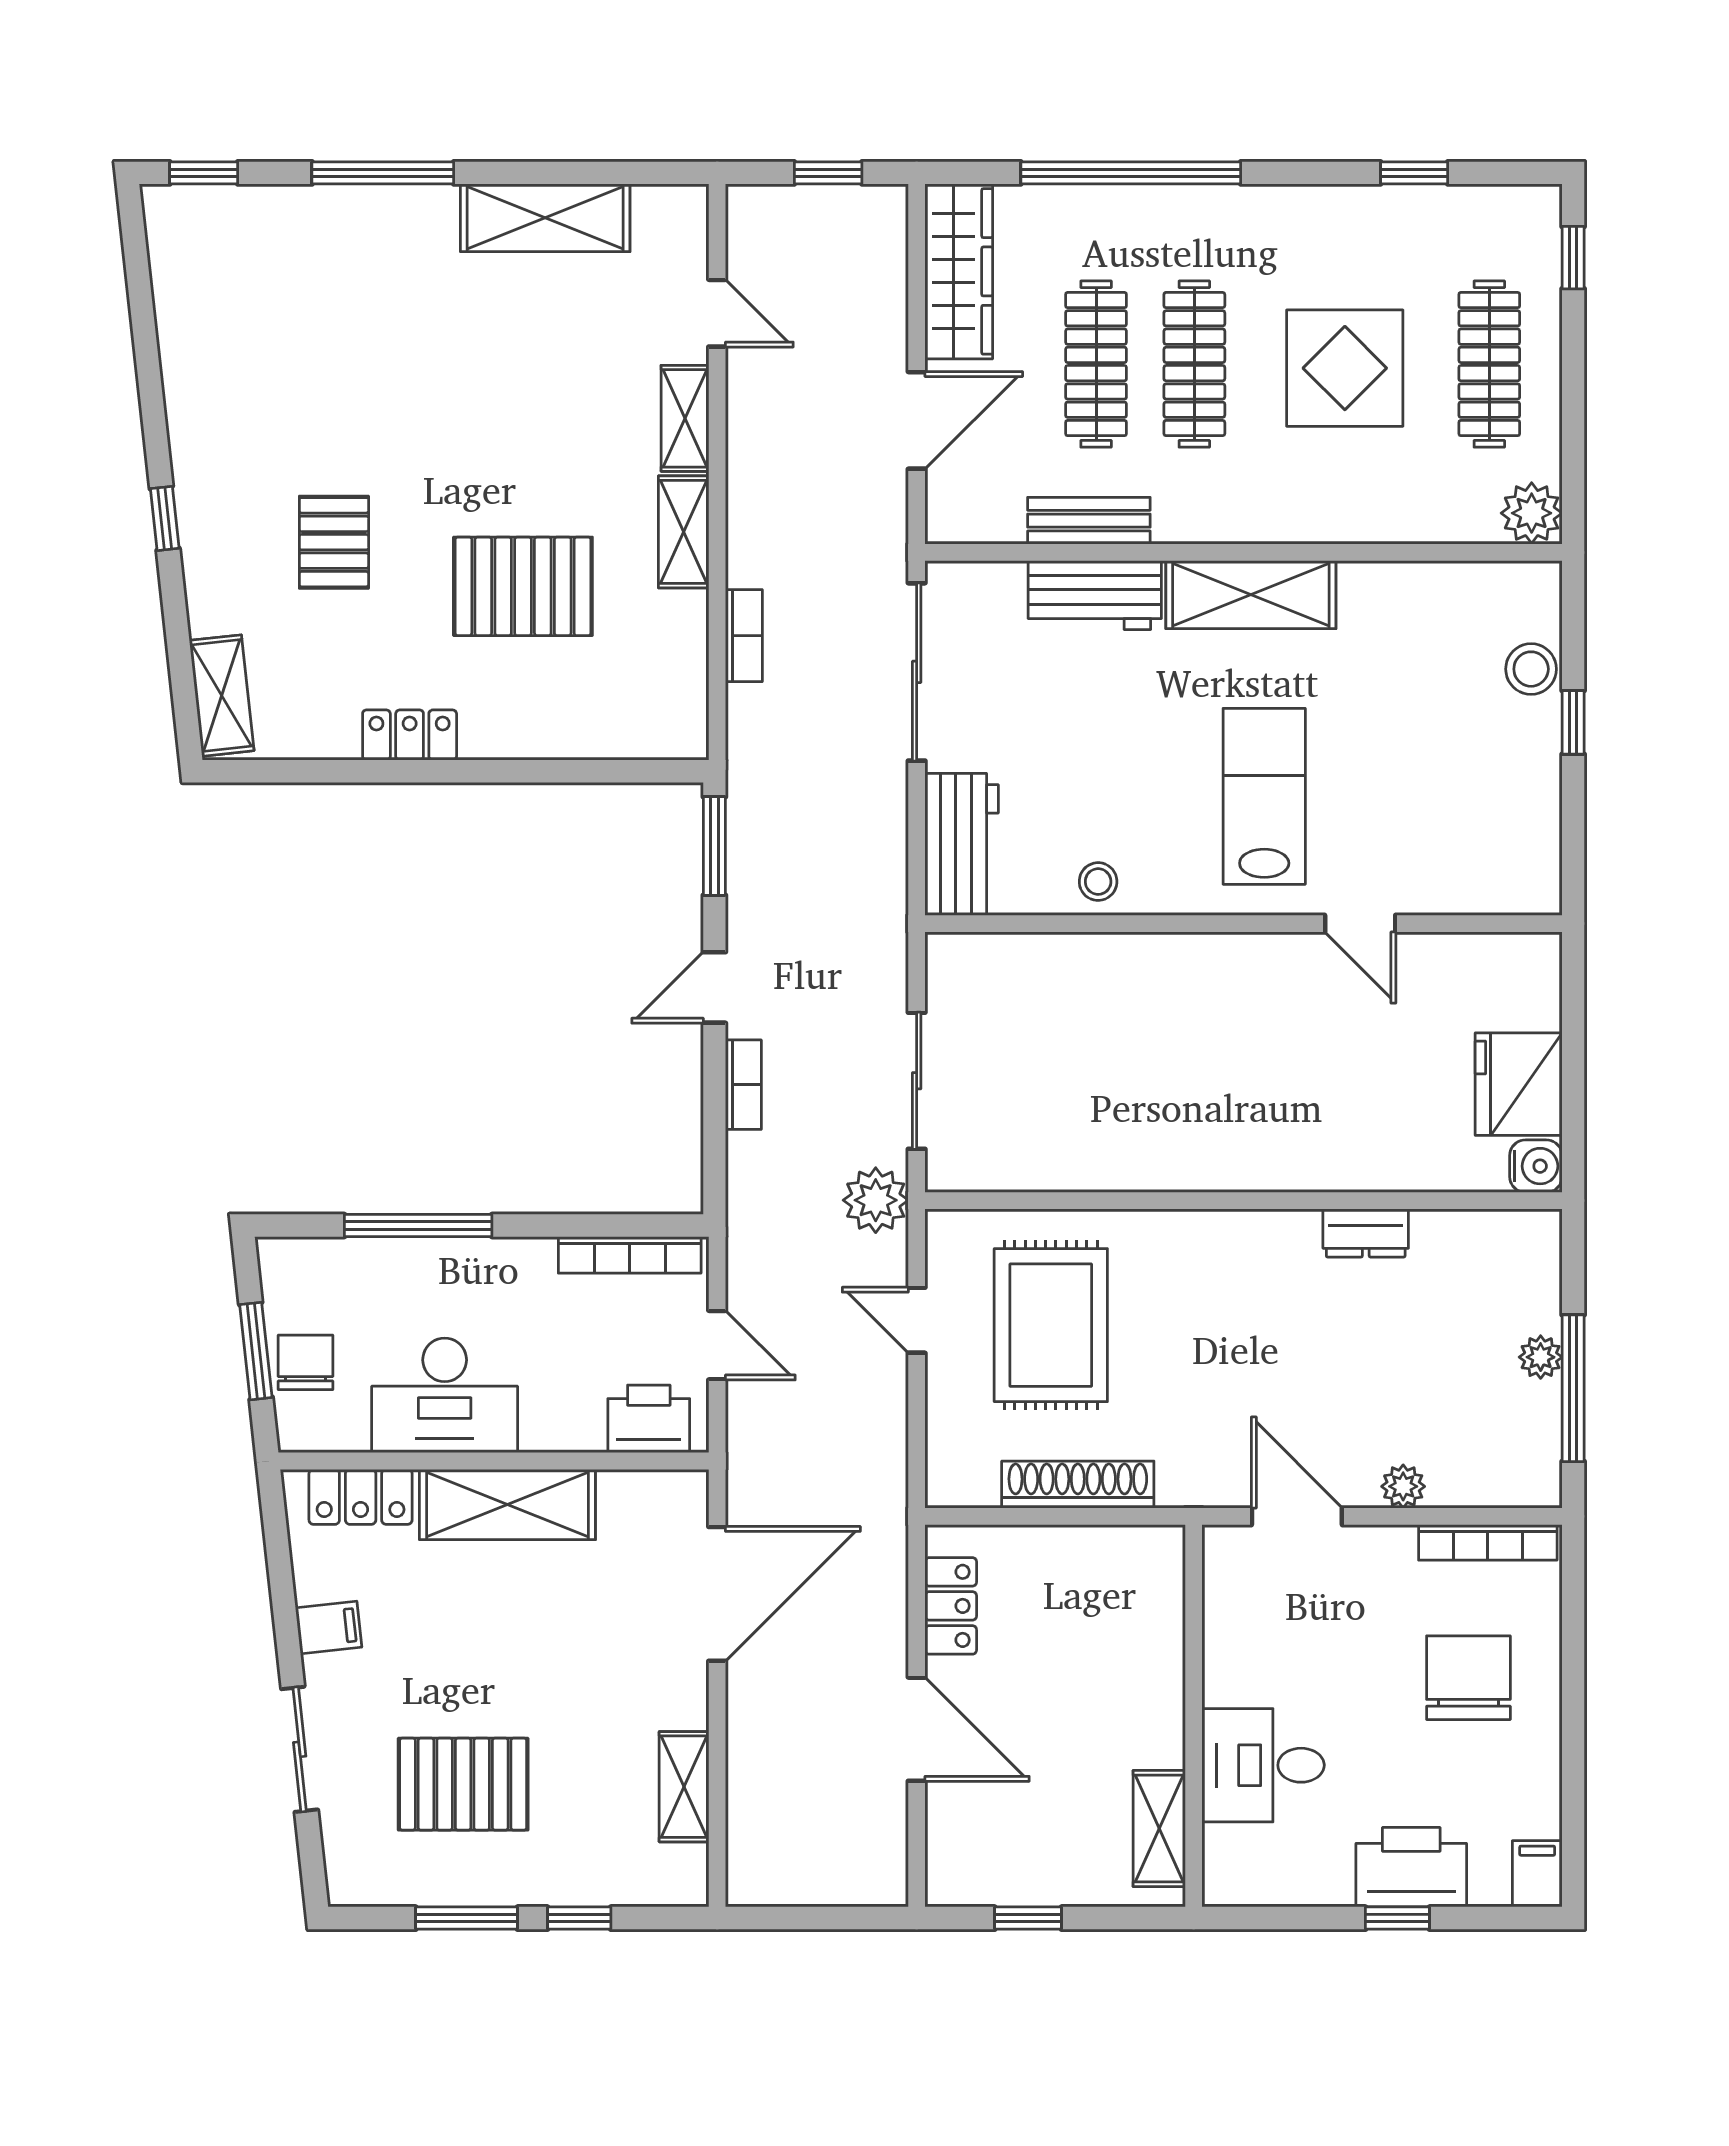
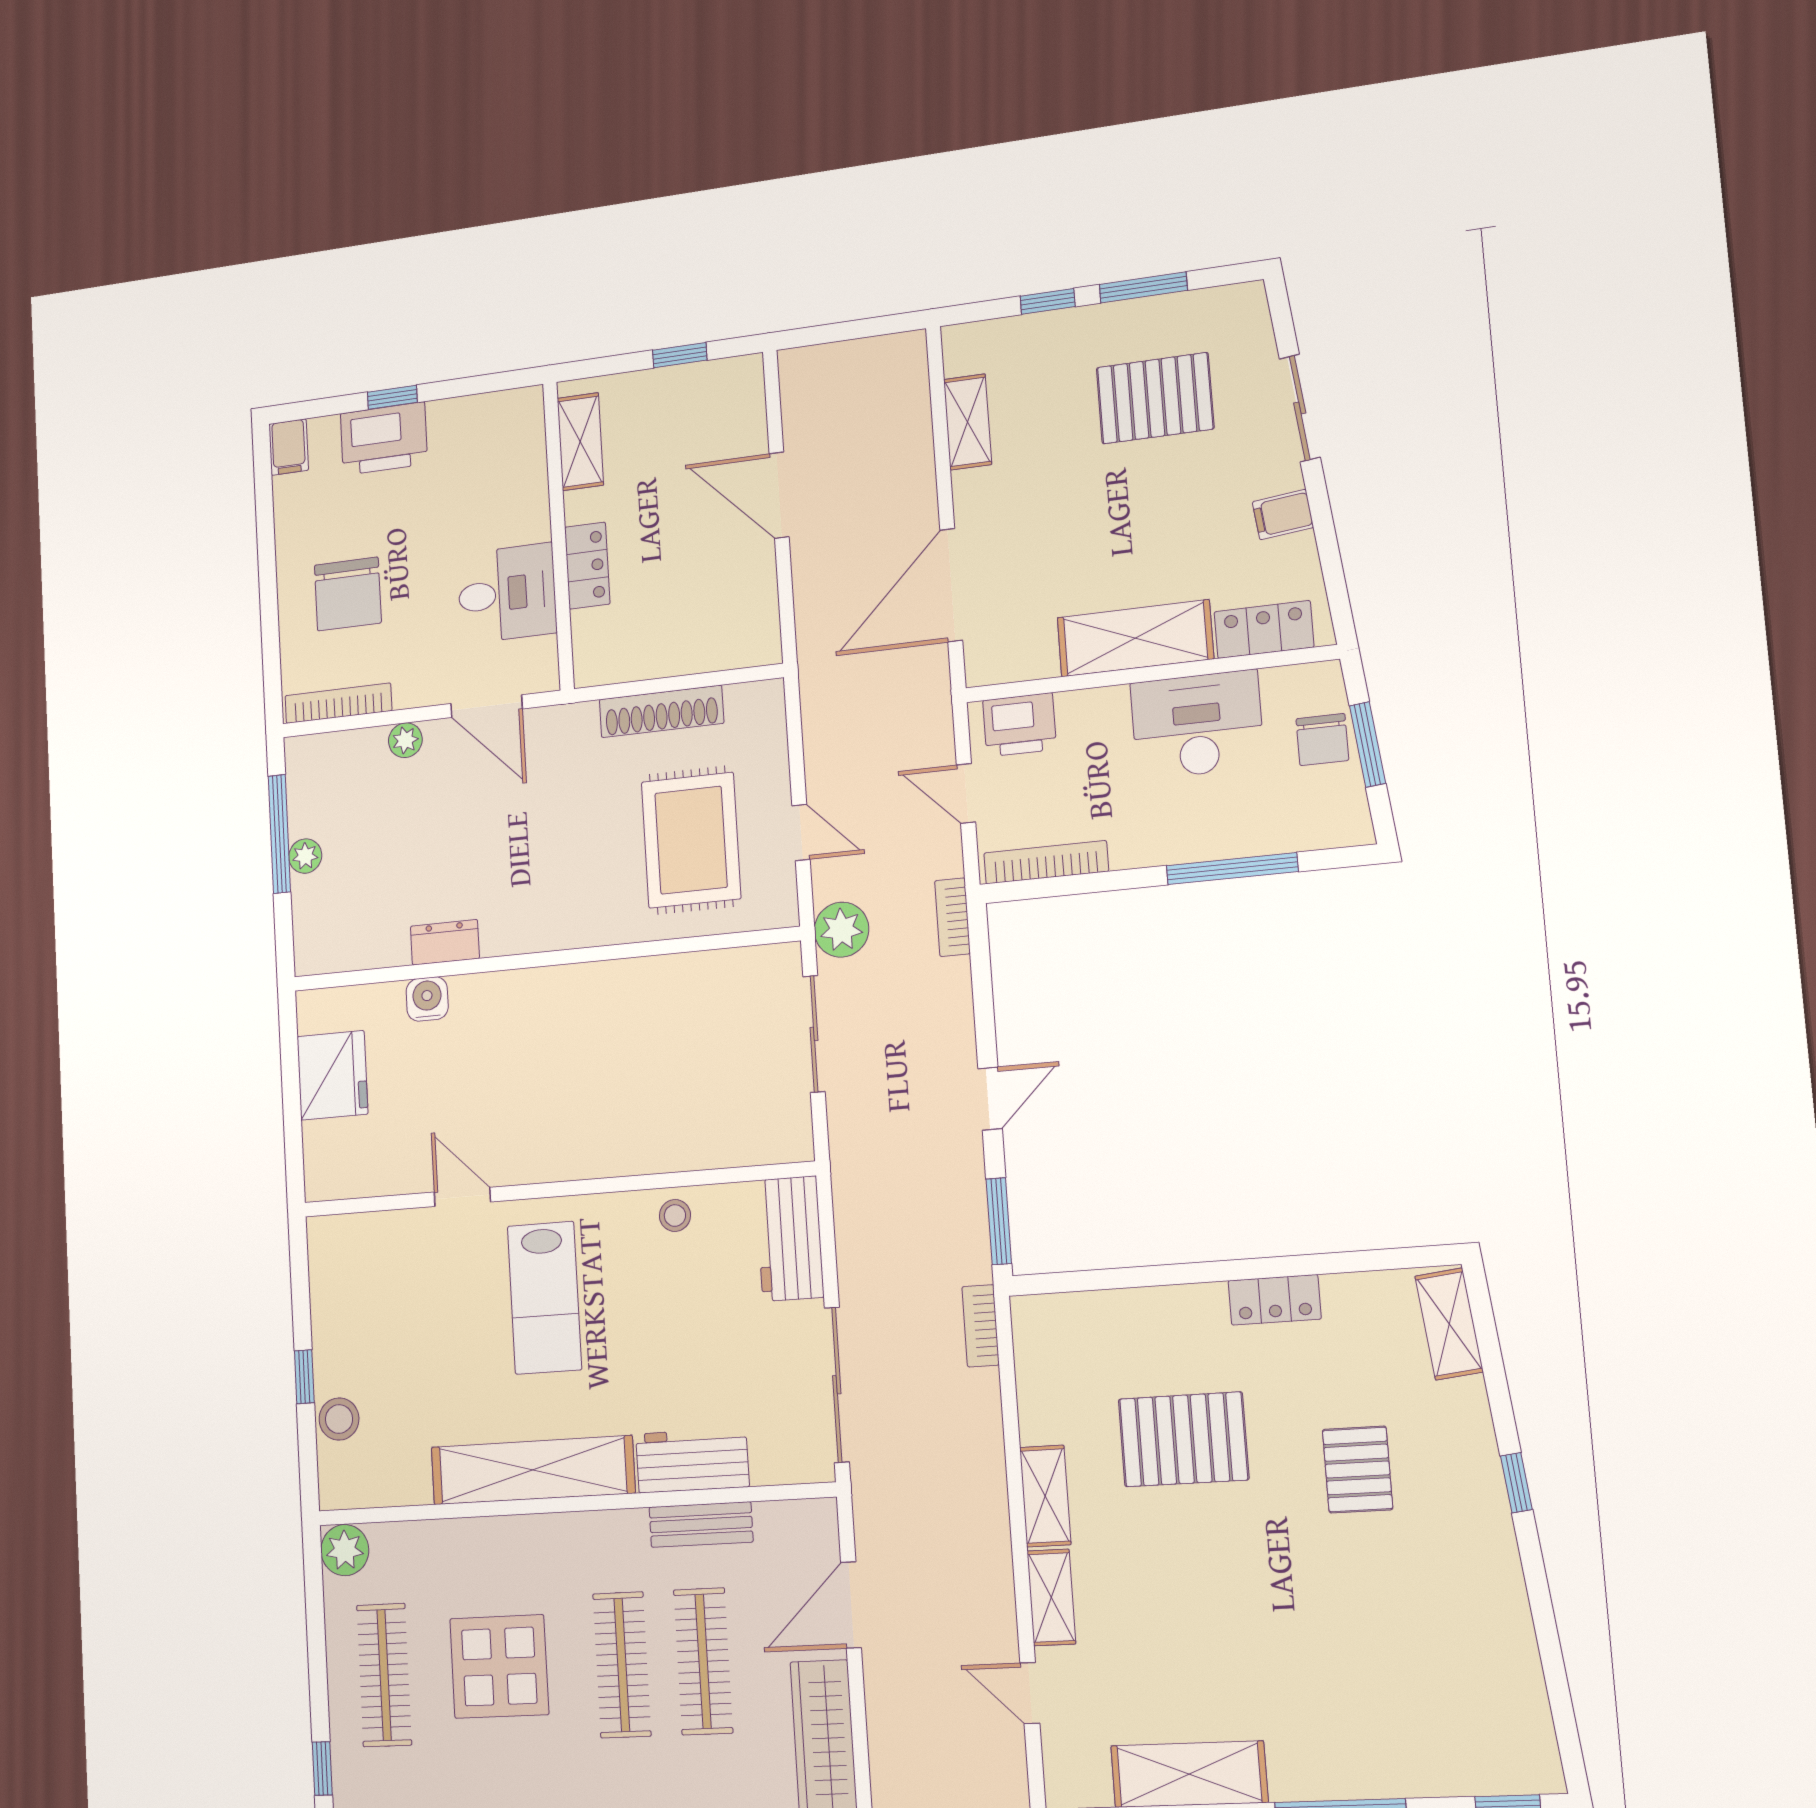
shelving: (1251, 595) -> (533, 1470), width x1.47
bookcase: (744, 636) -> (981, 1326), moved
bookcase: (743, 1085) -> (952, 917), moved
water cooler: (1536, 1166) -> (427, 999), moved, turned 90
locker: (951, 1606) -> (587, 566), moved, turned 180
desk: (1263, 1765) -> (507, 593), moved

